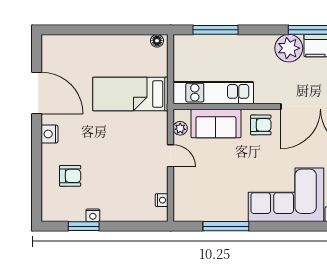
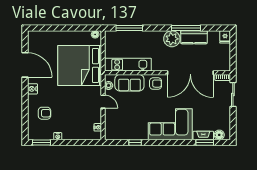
bed: (130, 94) -> (80, 65), width x2.04
window: (84, 226) -> (41, 142), moved
window: (226, 226) -> (135, 142), width x0.46

